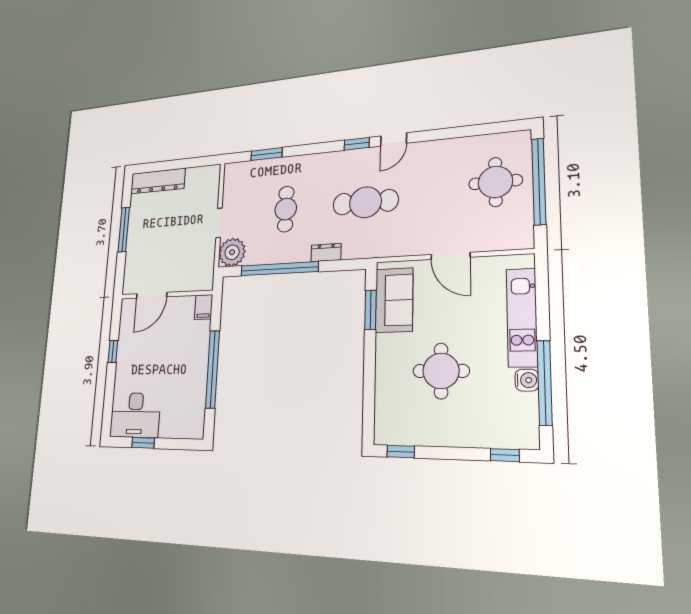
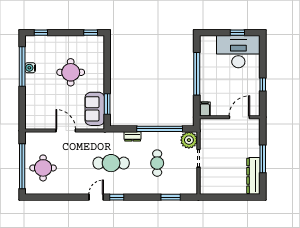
dresser: (158, 181) -> (253, 176), moved, turned -90
kitchen unit: (522, 317) -> (32, 98), removed
desk: (135, 415) -> (238, 52), width x1.36, depth x1.30

